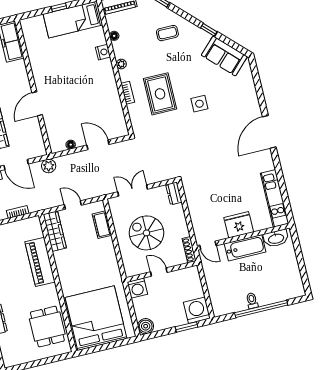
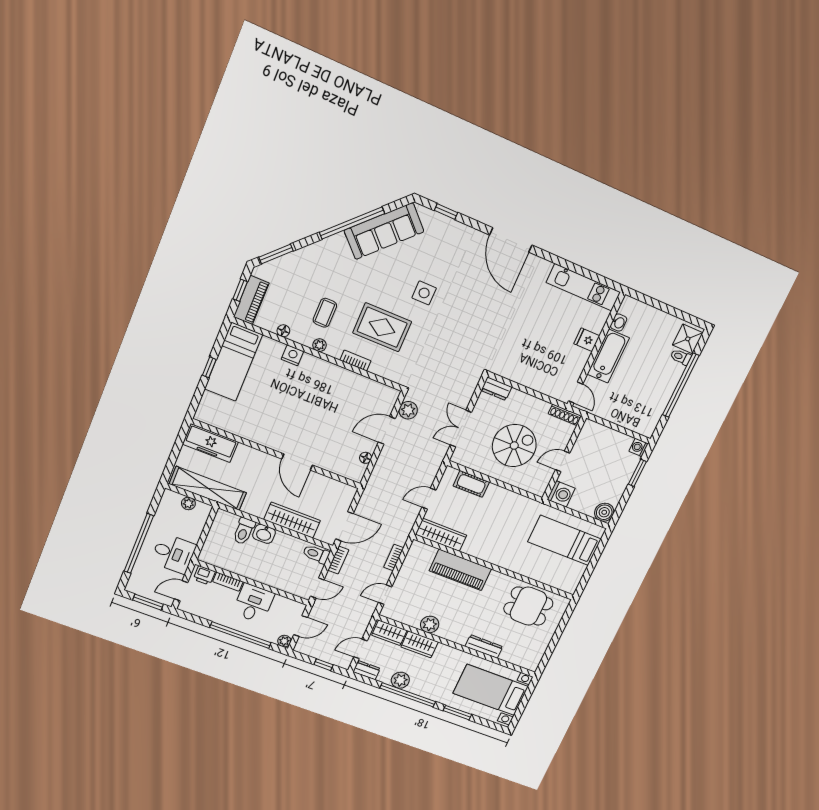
window: (209, 30) -> (352, 223), width x3.17
coffee table: (167, 33) -> (325, 313), moved
sofa: (224, 56) -> (384, 231), width x1.36
window: (257, 80) -> (446, 212), added
plant: (49, 166) -> (408, 410), moved
fridge: (239, 225) -> (587, 340), width x0.53, depth x0.75
spiral stairs: (146, 233) -> (514, 446), turned 180
washbasin: (276, 238) -> (619, 323), width x0.52, depth x0.69
door: (208, 245) -> (576, 392), hinge flipped
shower: (292, 289) -> (688, 339), added
toilet: (252, 301) -> (681, 357), moved
washing machine: (197, 310) -> (639, 447), width x0.53, depth x0.53
bed: (96, 318) -> (564, 540), width x0.49

